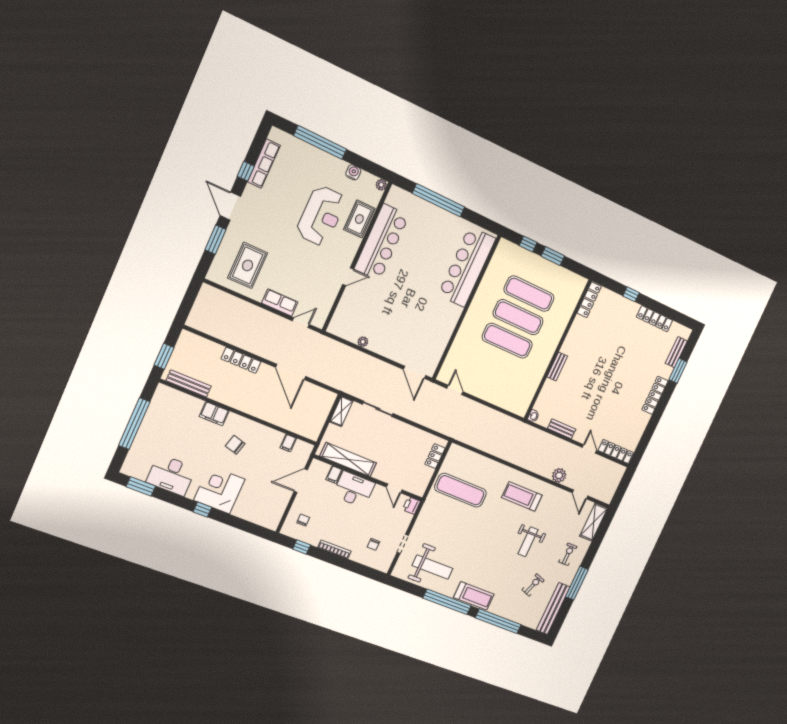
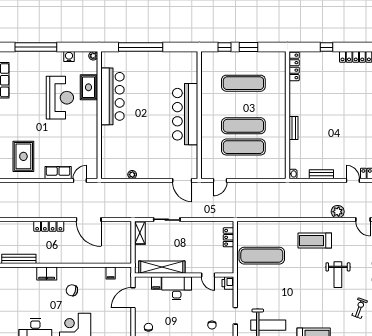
bar counter: (467, 267) -> (185, 114), moved
door: (348, 277) -> (99, 132), removed
exercise mat: (518, 317) -> (243, 147), moved
door: (455, 390) -> (220, 180), swing flipped

